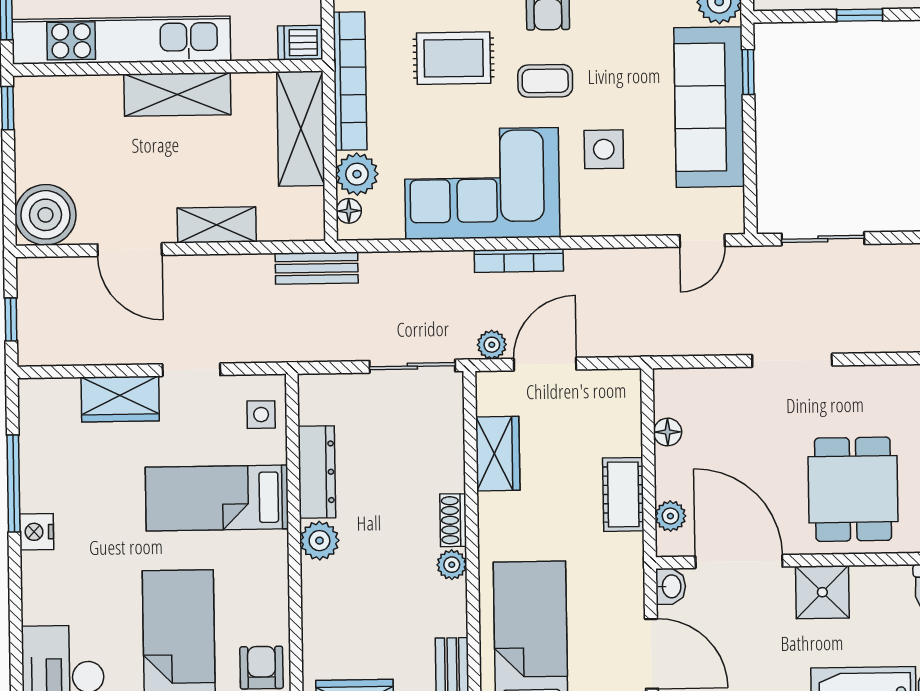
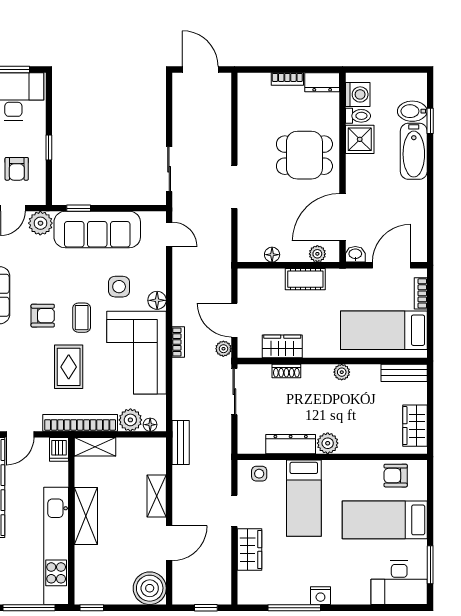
shelving: (301, 129) -> (95, 447), width x0.67, depth x0.75
floor lamp: (580, 220) -> (157, 300), added
bookcase: (519, 261) -> (178, 342), width x0.64
shoe rack: (453, 520) -> (286, 371), moved
shower: (822, 592) -> (360, 139), moved

